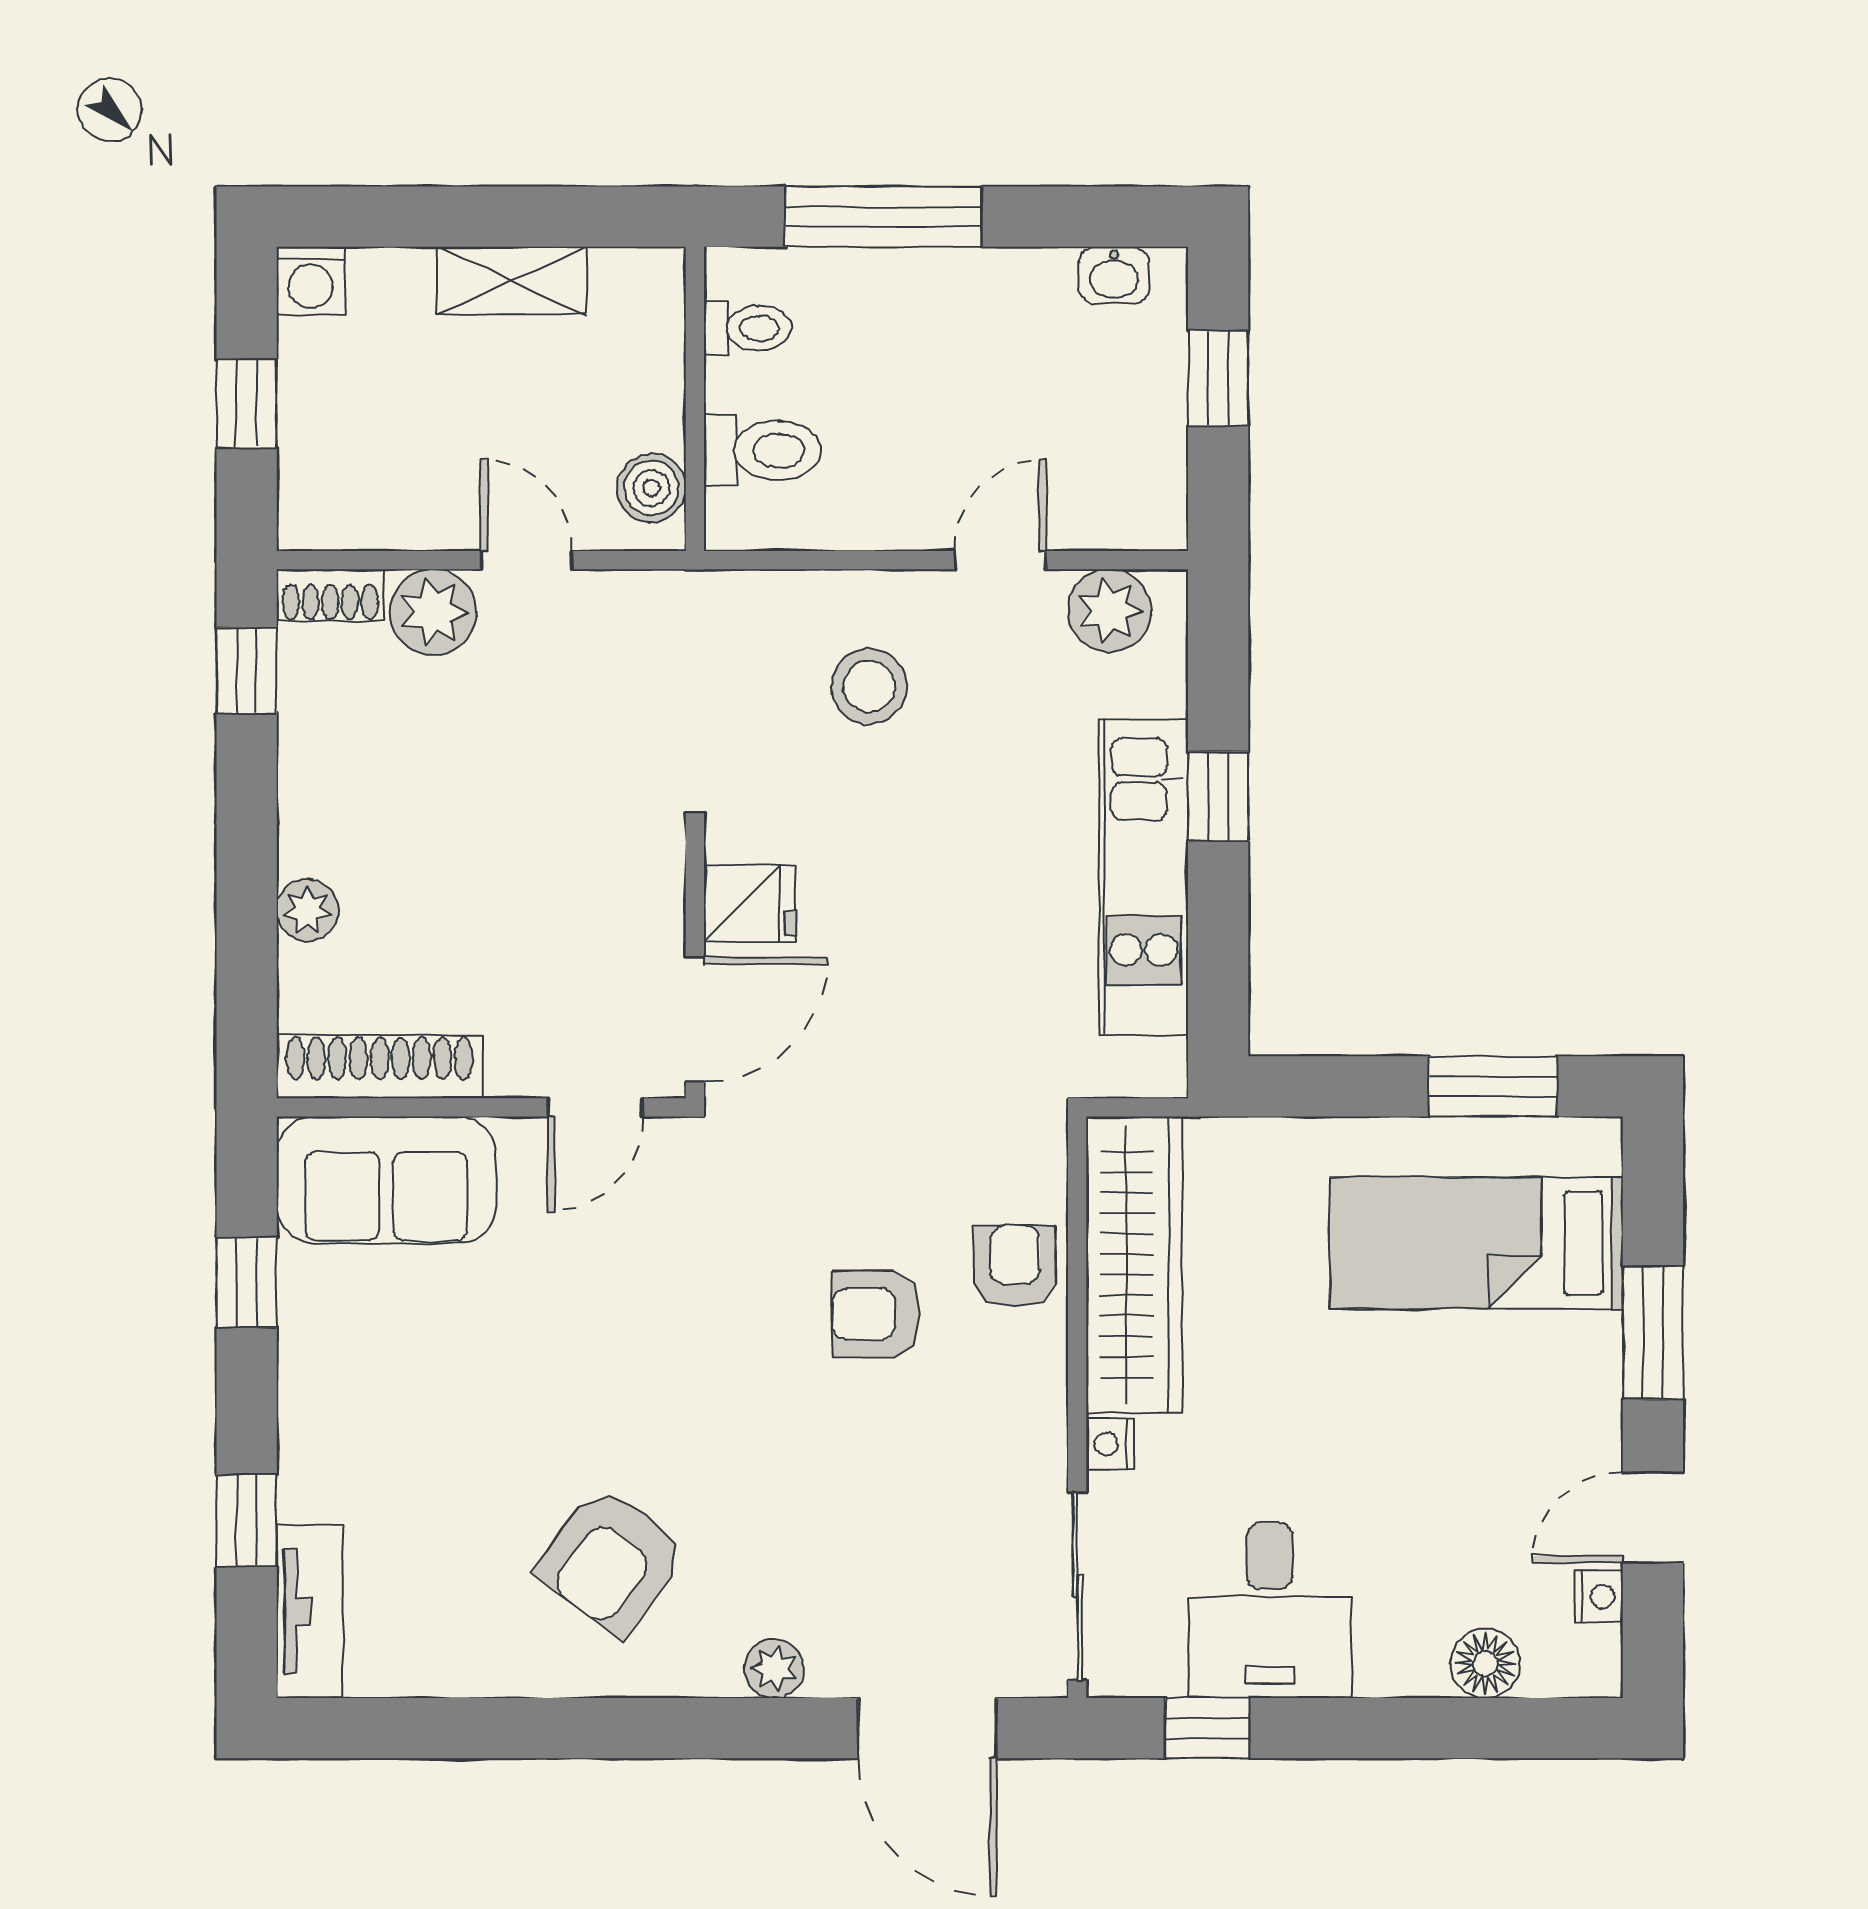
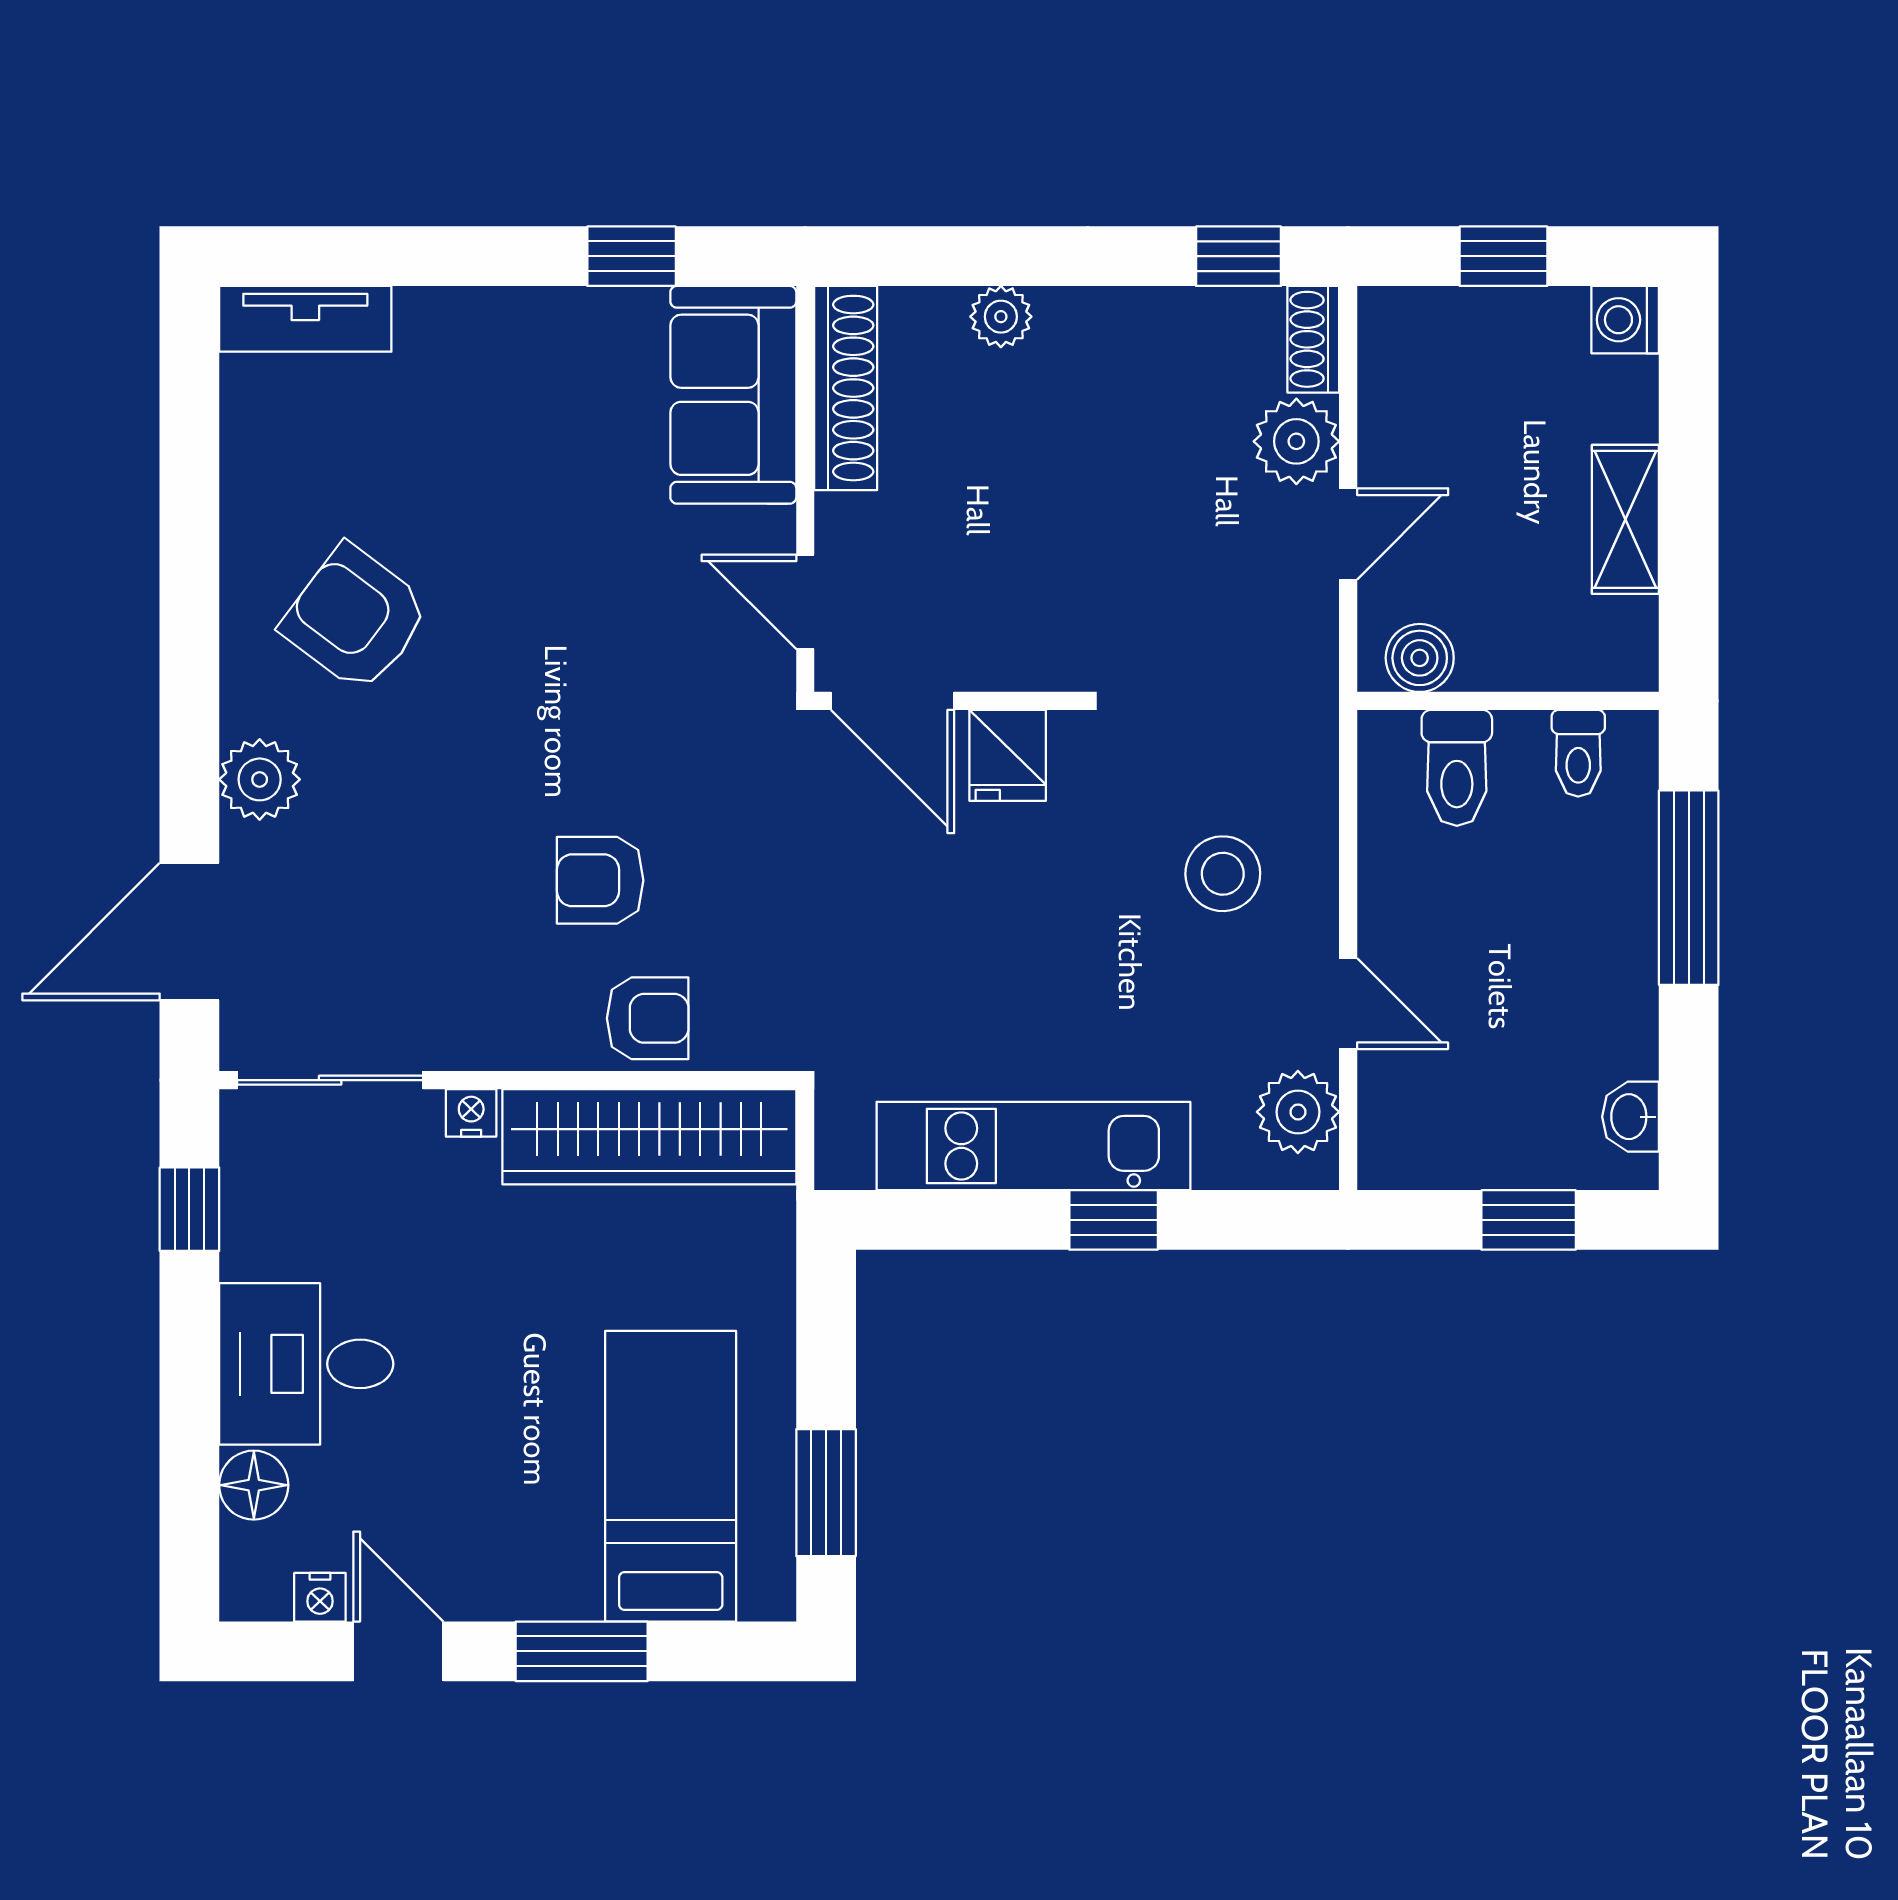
armchair: (876, 1314) -> (600, 880), turned -90
window: (247, 1521) -> (395, 256), removed
desk: (1270, 1610) -> (306, 1364), moved
plant: (774, 1669) -> (260, 779), width x1.38, depth x1.38

